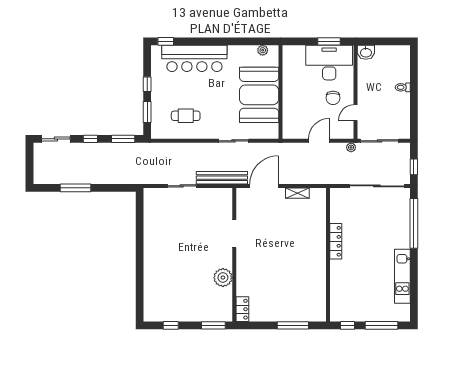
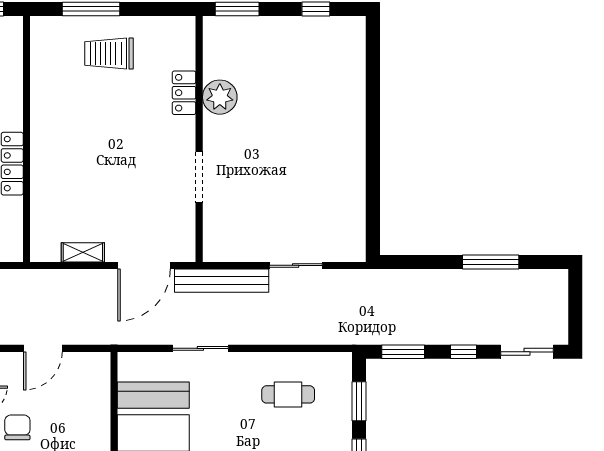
trolley: (283, 301) -> (109, 53), added
locker: (242, 309) -> (184, 93), moved

